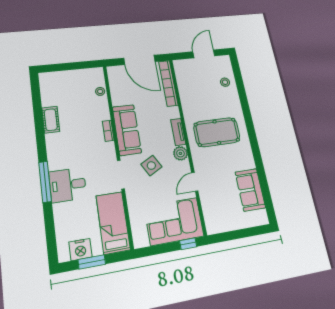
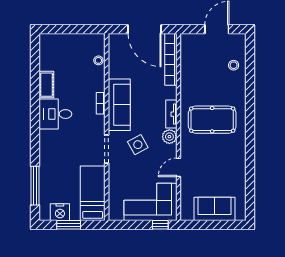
window: (45, 182) -> (35, 186), moved
desk: (68, 185) -> (55, 114), moved
sofa: (250, 190) -> (215, 209), moved, turned 90

